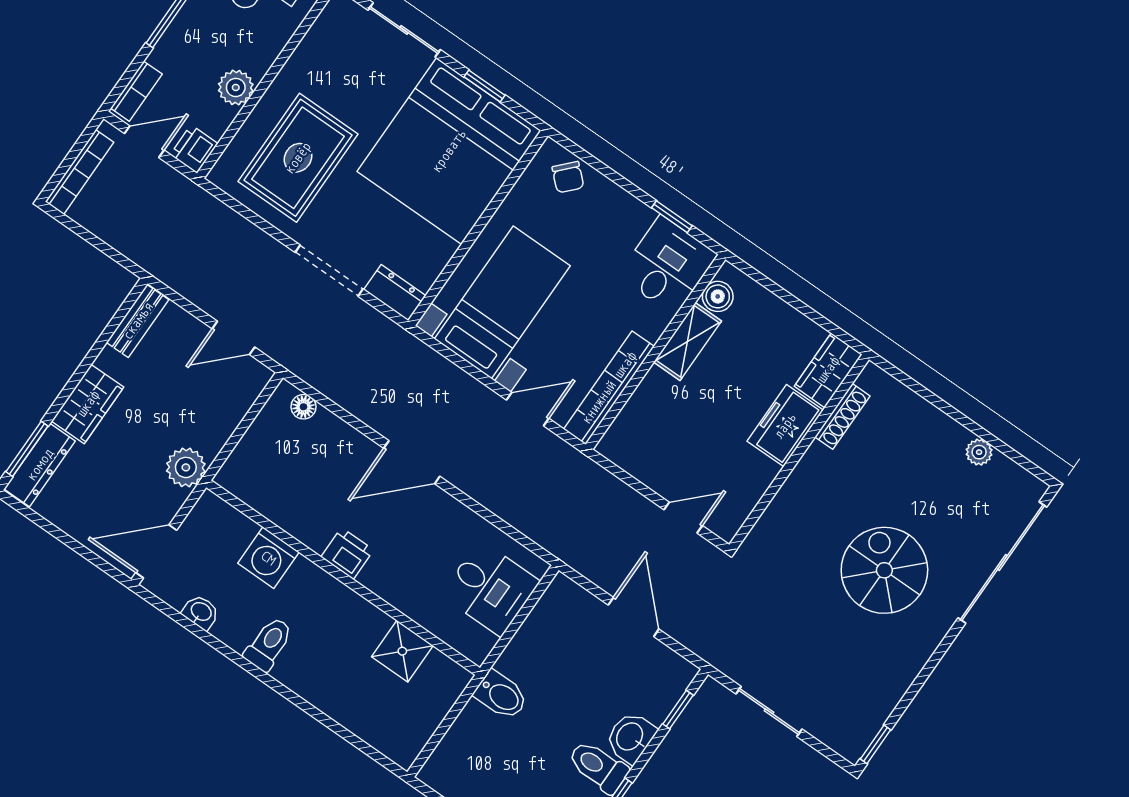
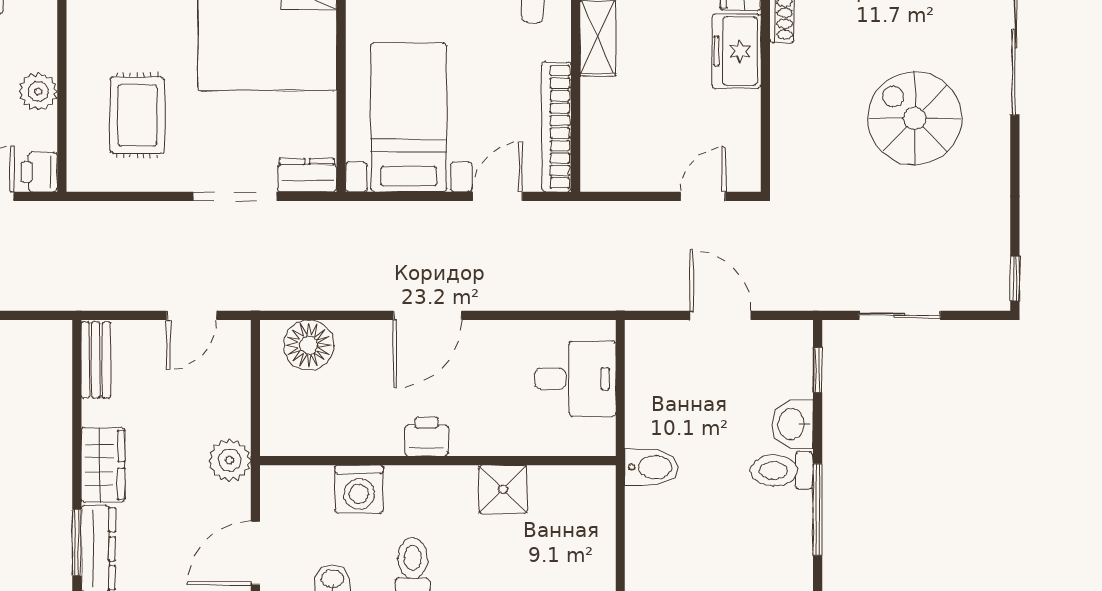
rug: (298, 158) -> (137, 115), width x0.73, depth x0.70
floor lamp: (304, 407) -> (309, 345), width x1.89, depth x1.89
shower: (402, 651) -> (503, 489), moved

